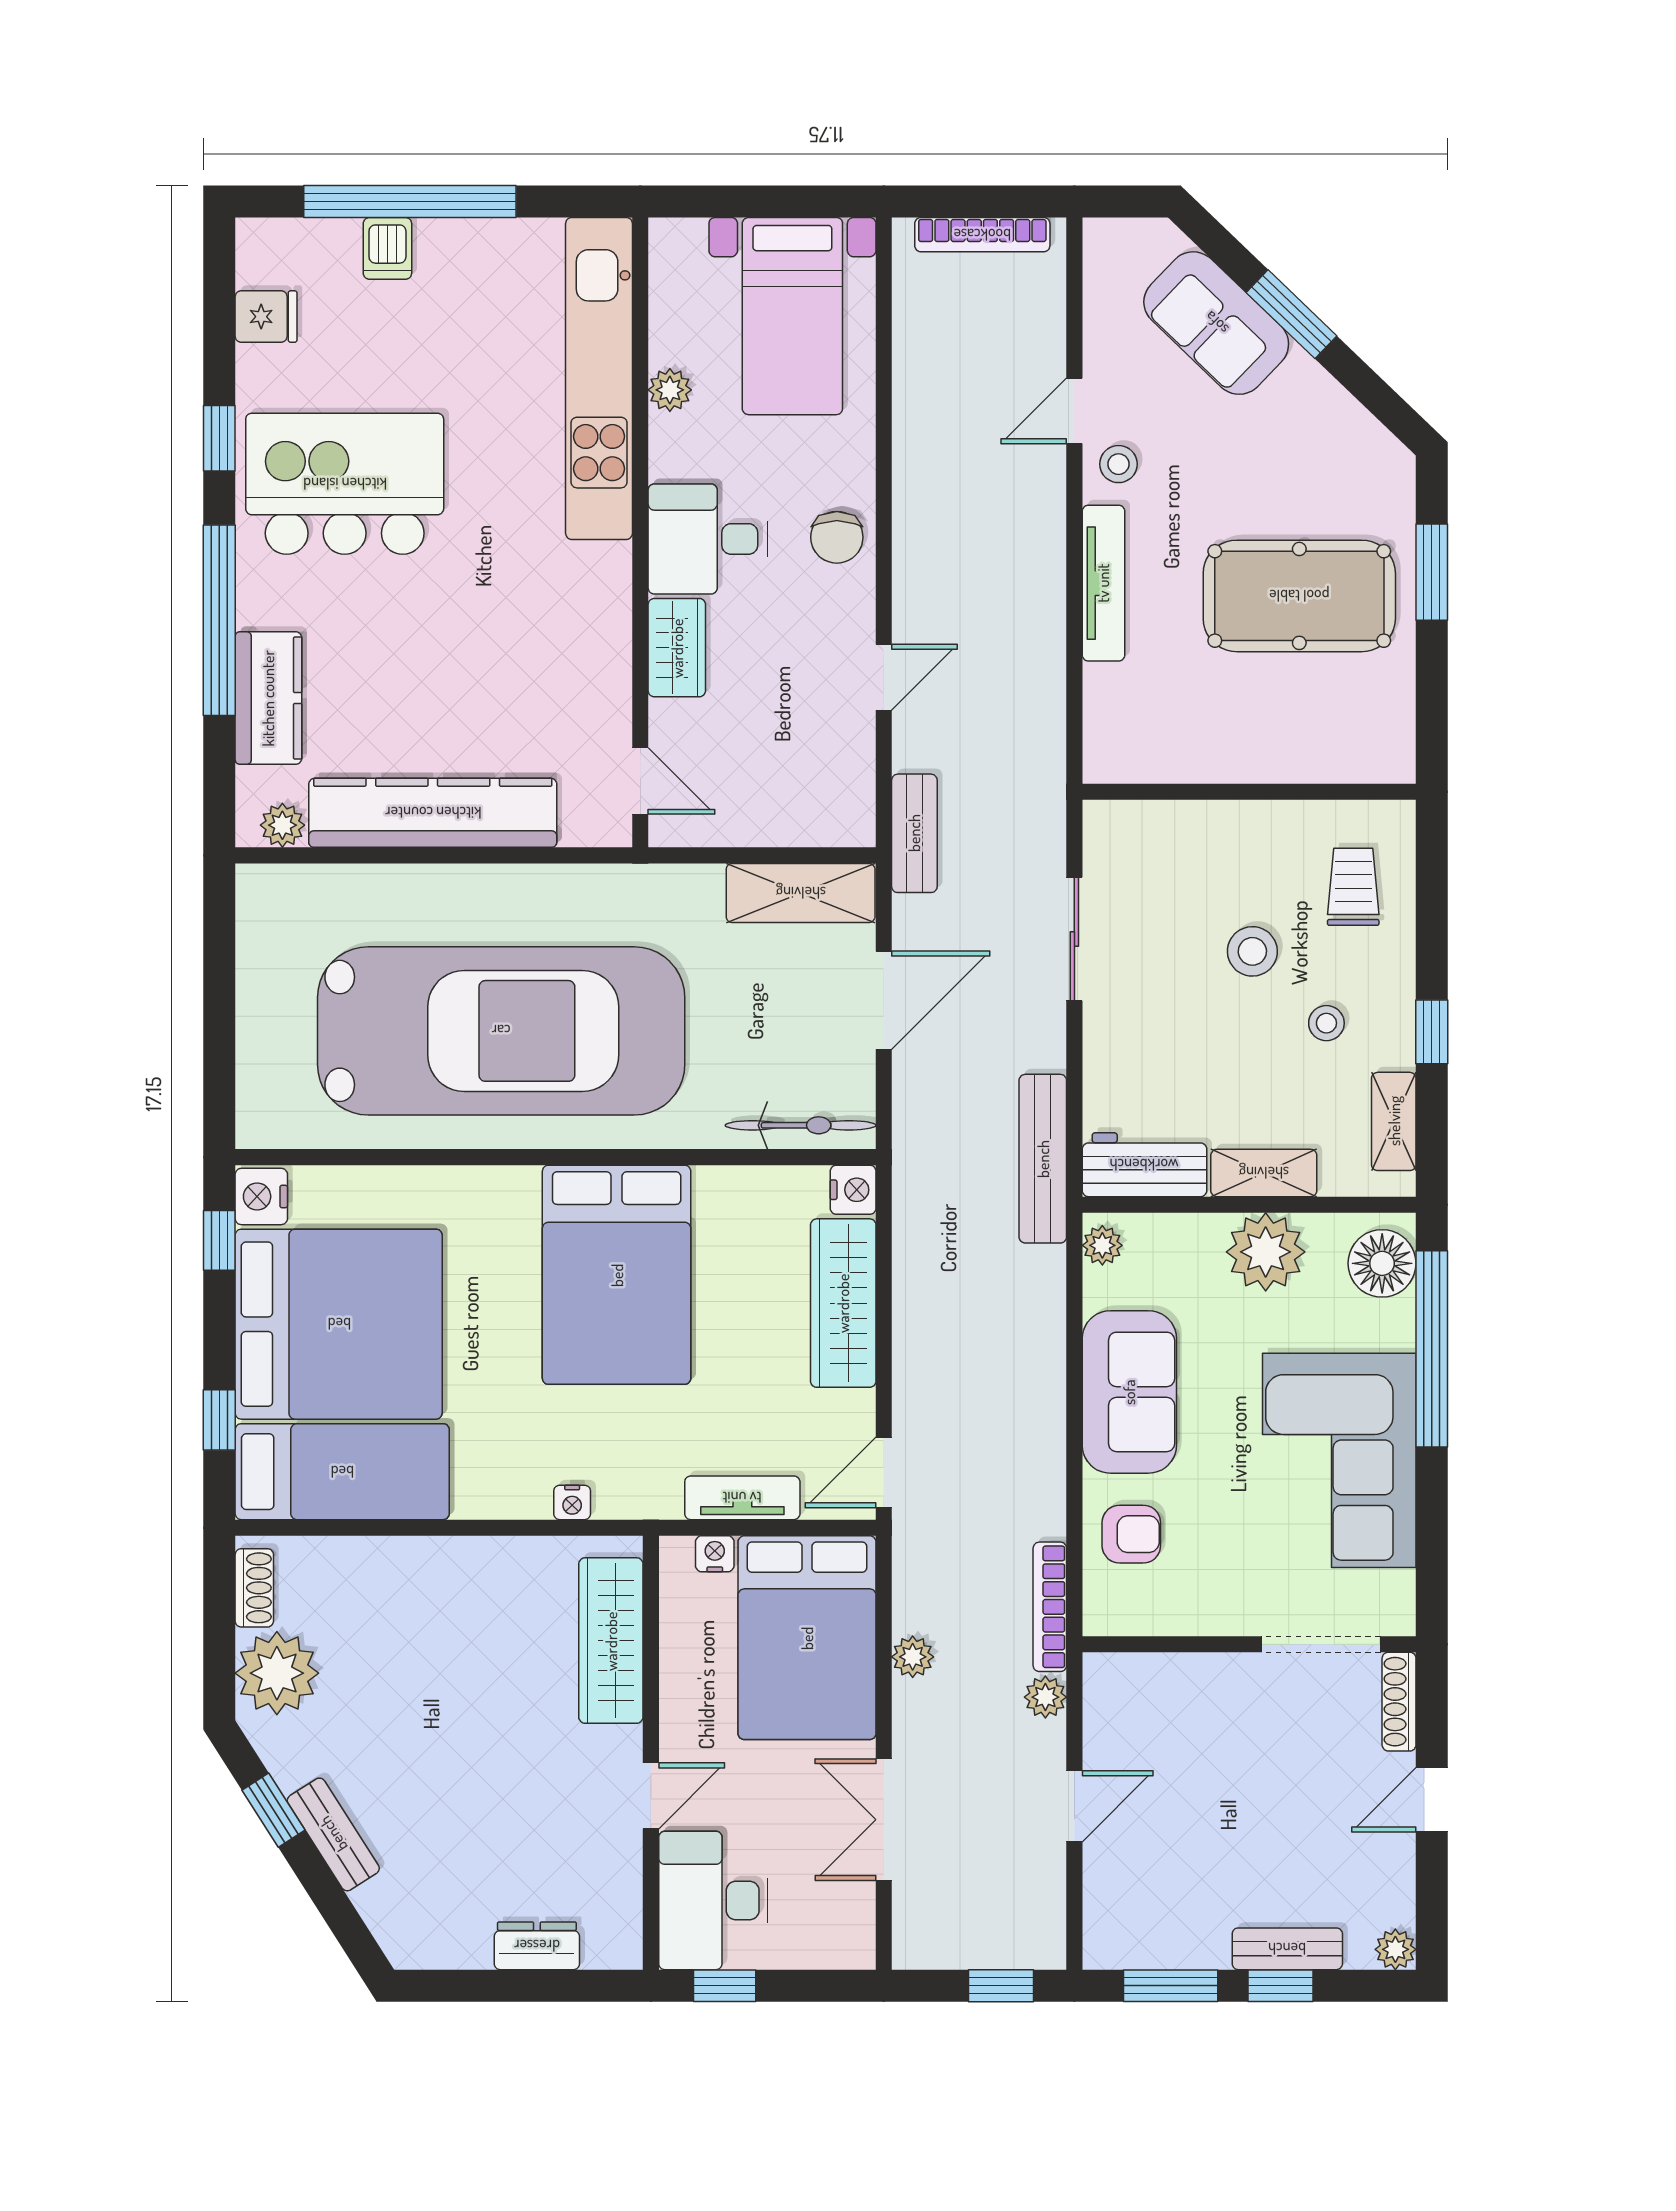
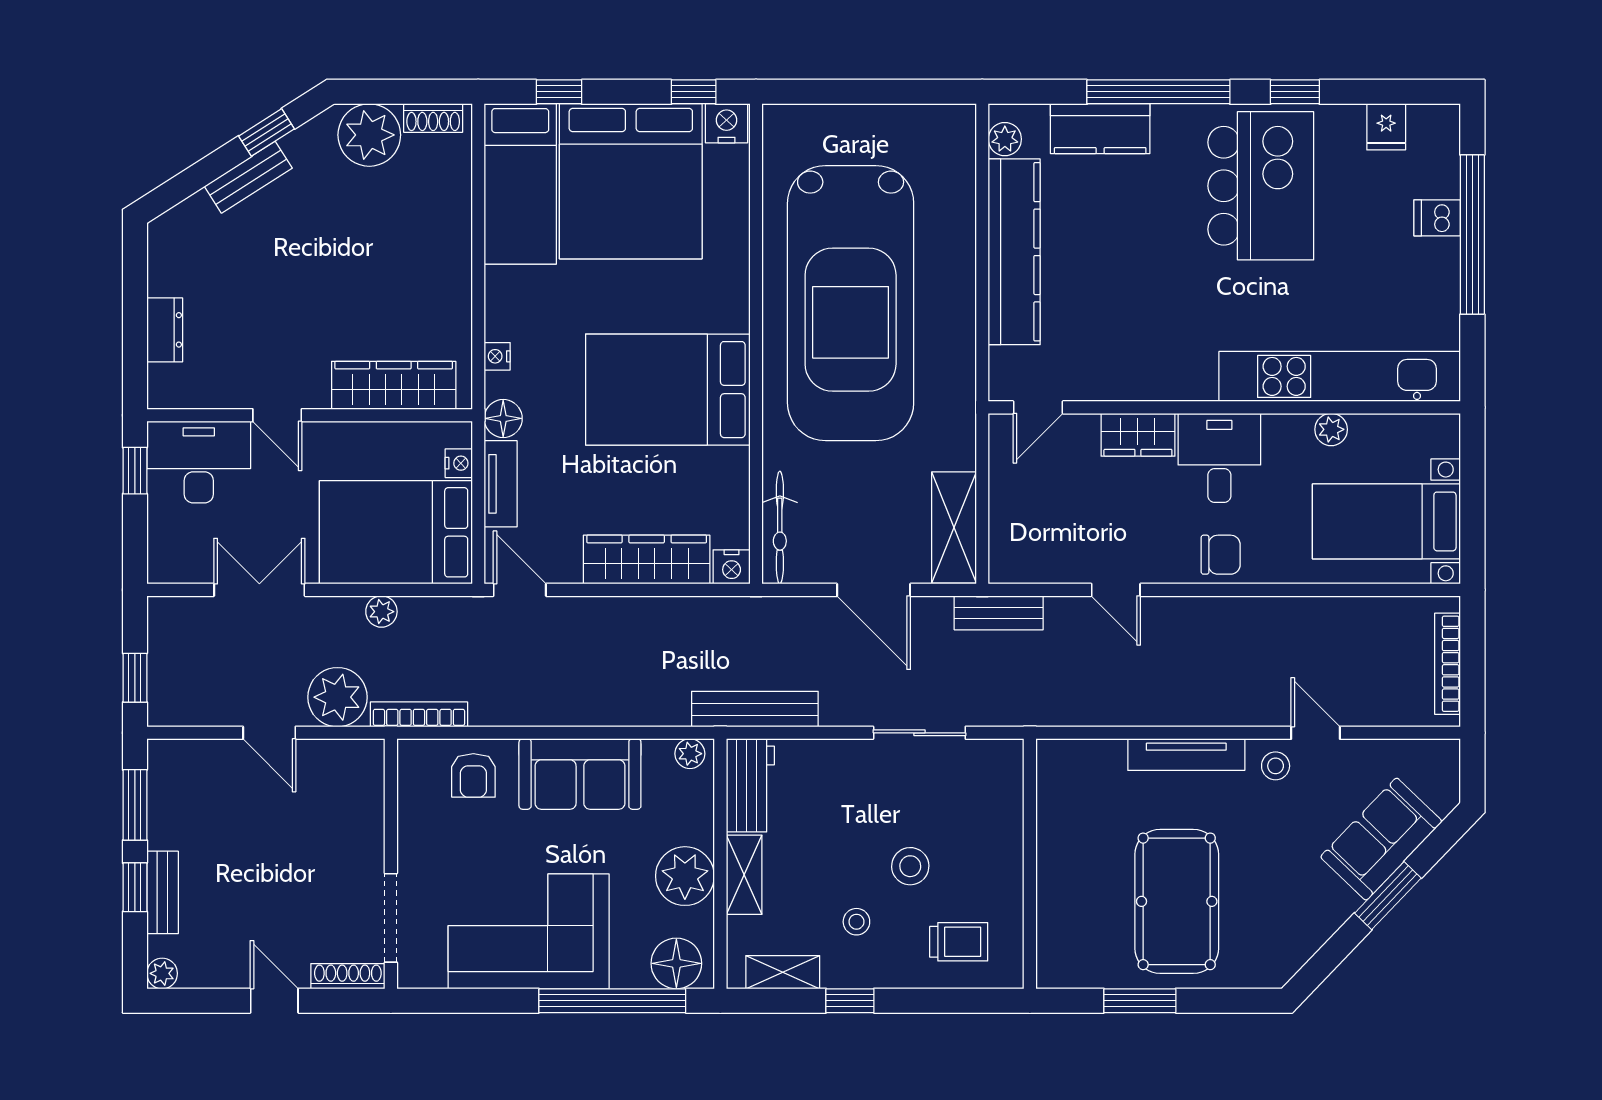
chair: (837, 537) -> (1221, 555), turned 180
window: (1432, 572) -> (1140, 1001), moved
floor lamp: (655, 1494) -> (503, 418), added
plant: (1045, 1697) -> (337, 697), width x1.87, depth x1.87

